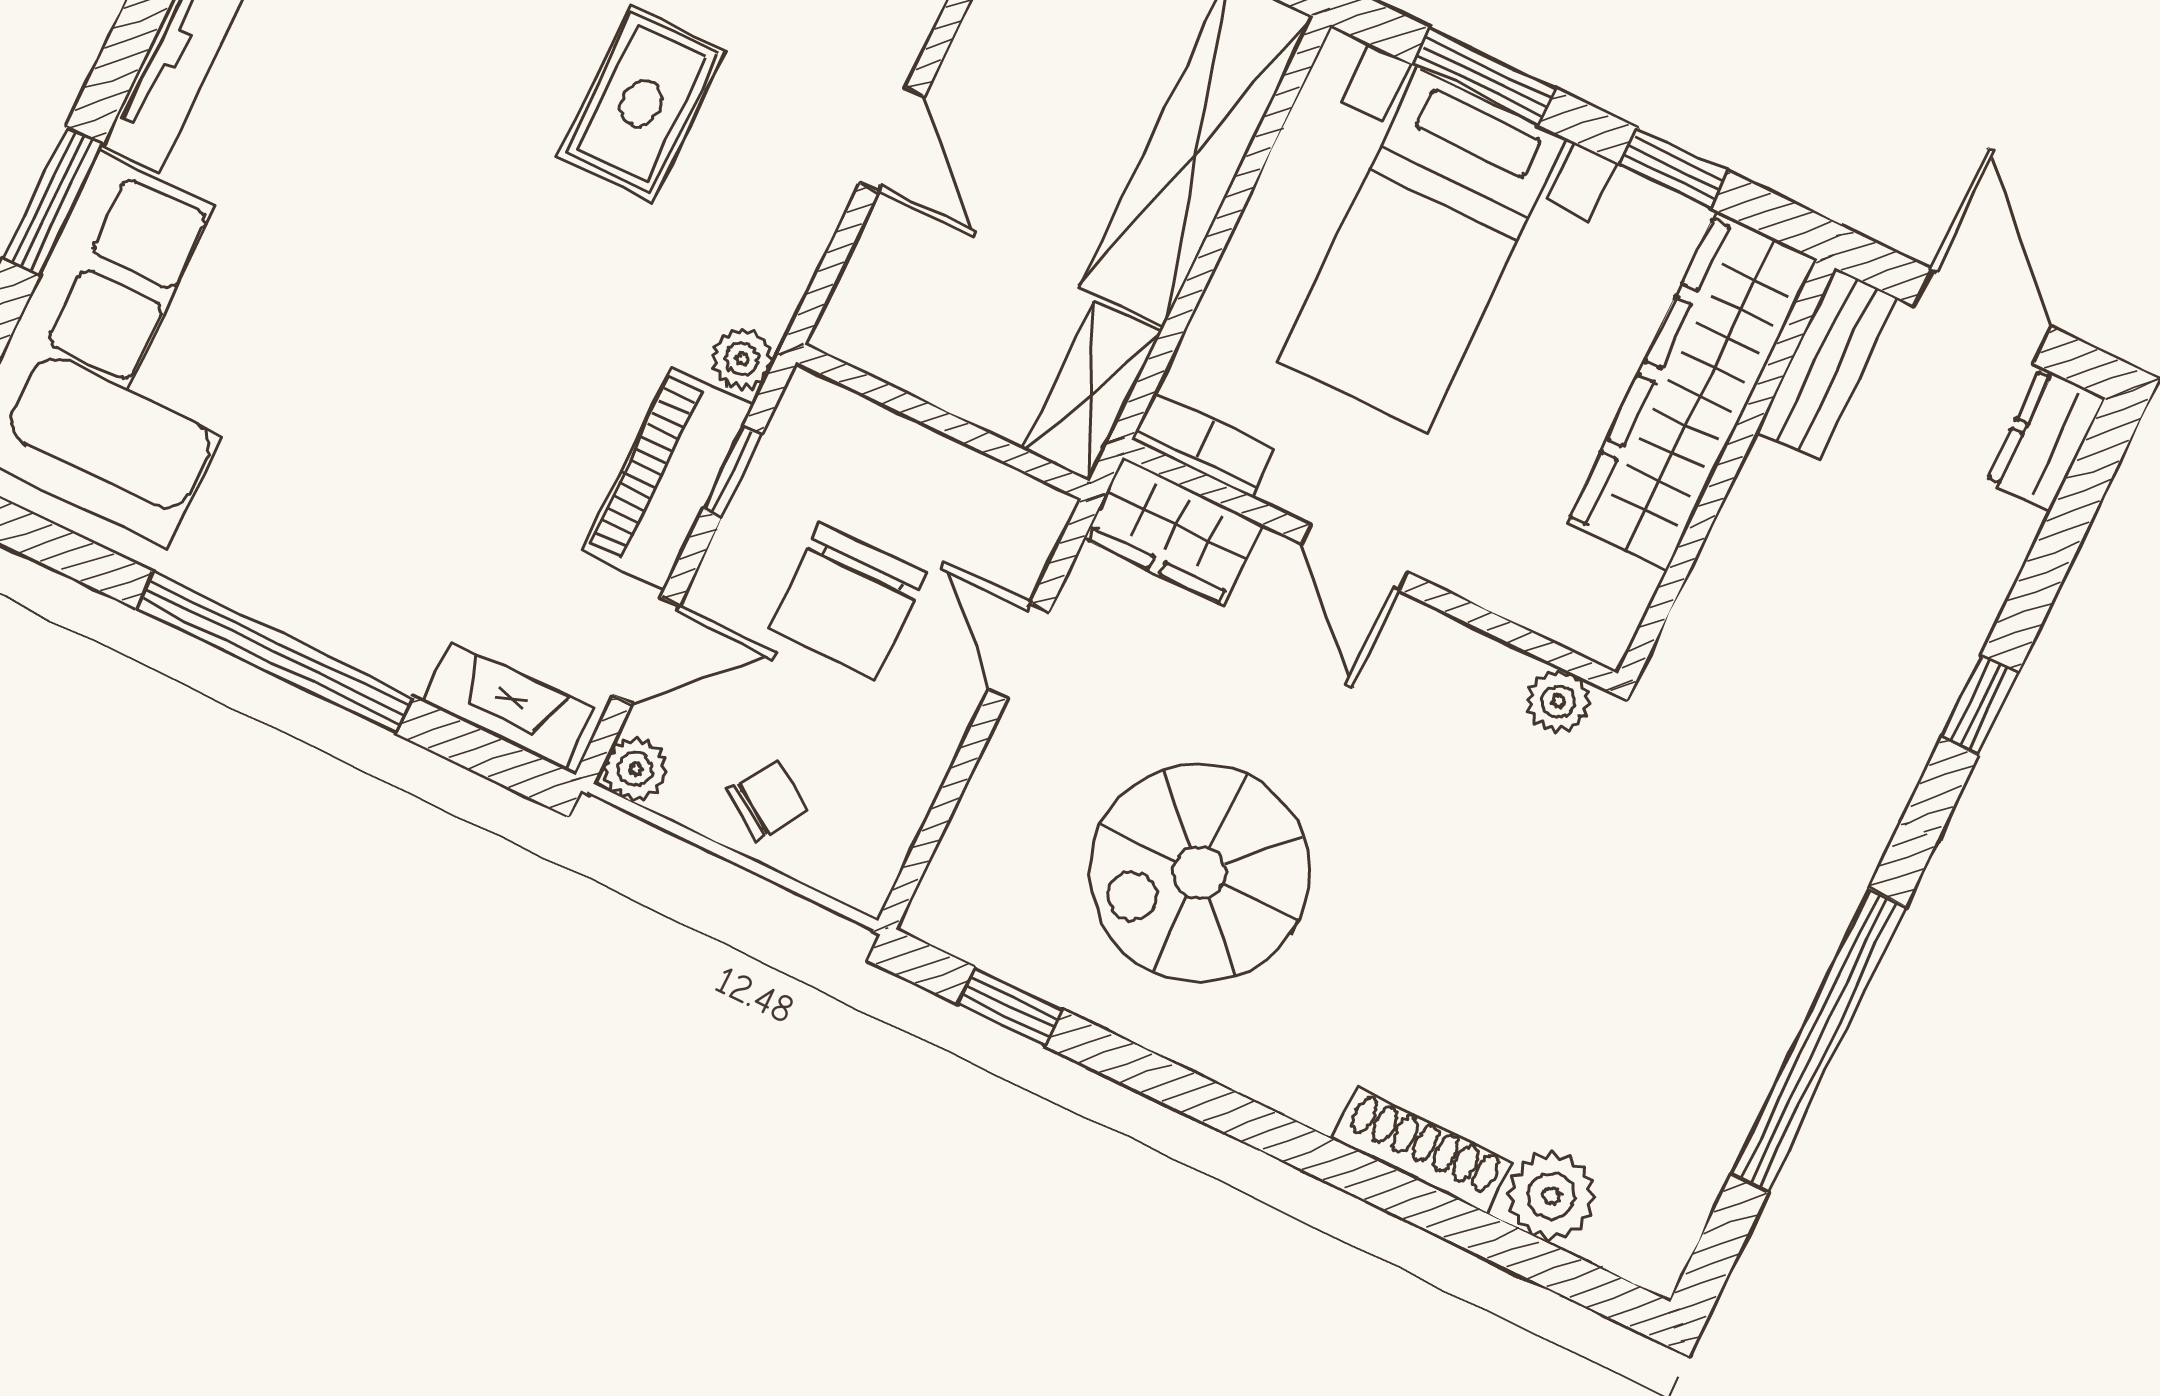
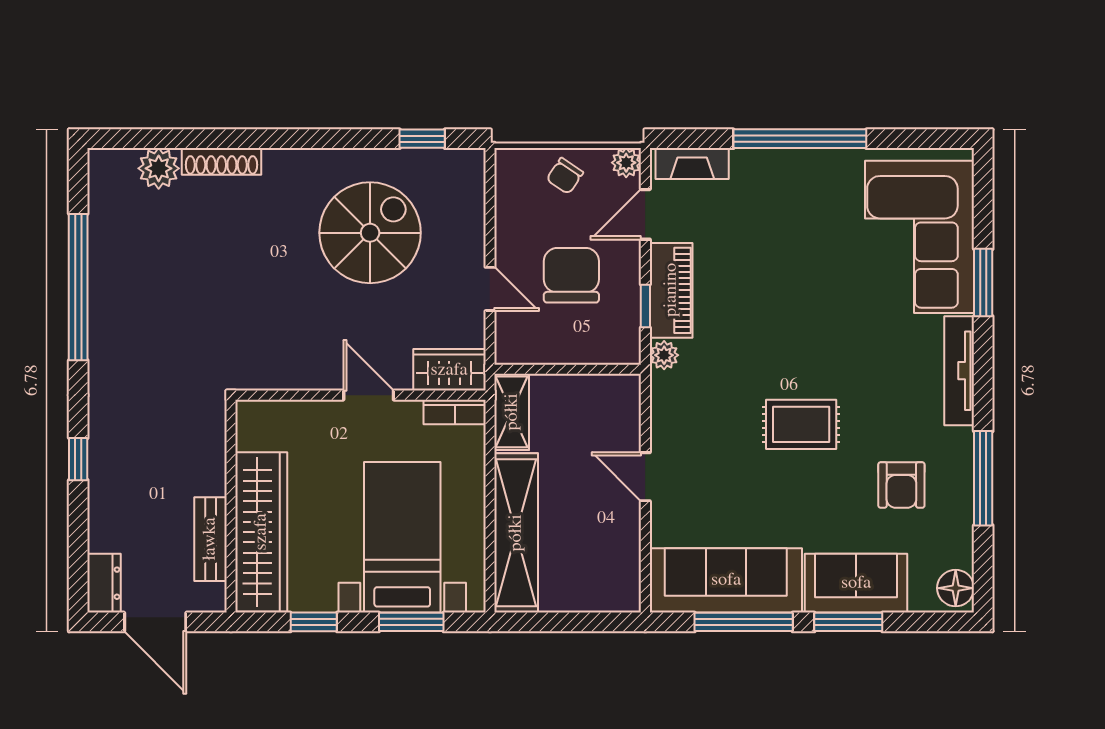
rug: (641, 103) -> (801, 424), moved, turned 90
bench: (1827, 364) -> (210, 539), moved
plant: (1558, 701) -> (255, 376), removed

